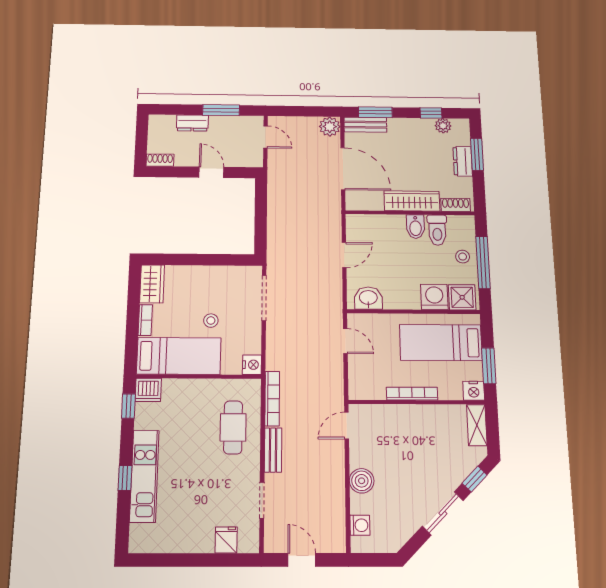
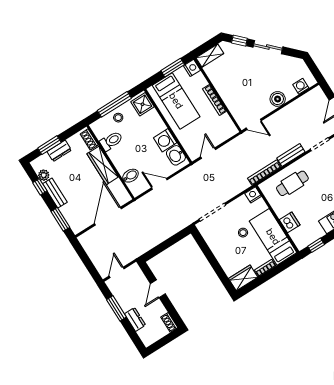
bench: (365, 125) -> (55, 193), moved
plant: (330, 127) -> (86, 240), removed
bidet: (415, 227) -> (130, 176), moved
washing machine: (434, 297) -> (165, 140), moved
dishwasher: (148, 390) -> (290, 222), moved

